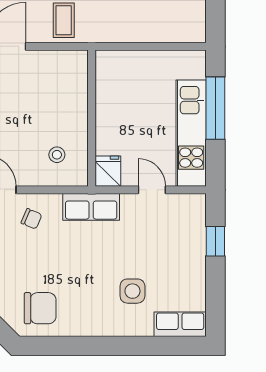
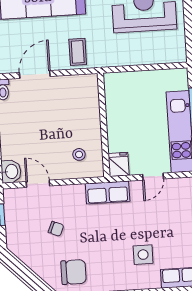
door: (152, 190) -> (153, 177), swing flipped
chair: (31, 219) -> (56, 229), moved

